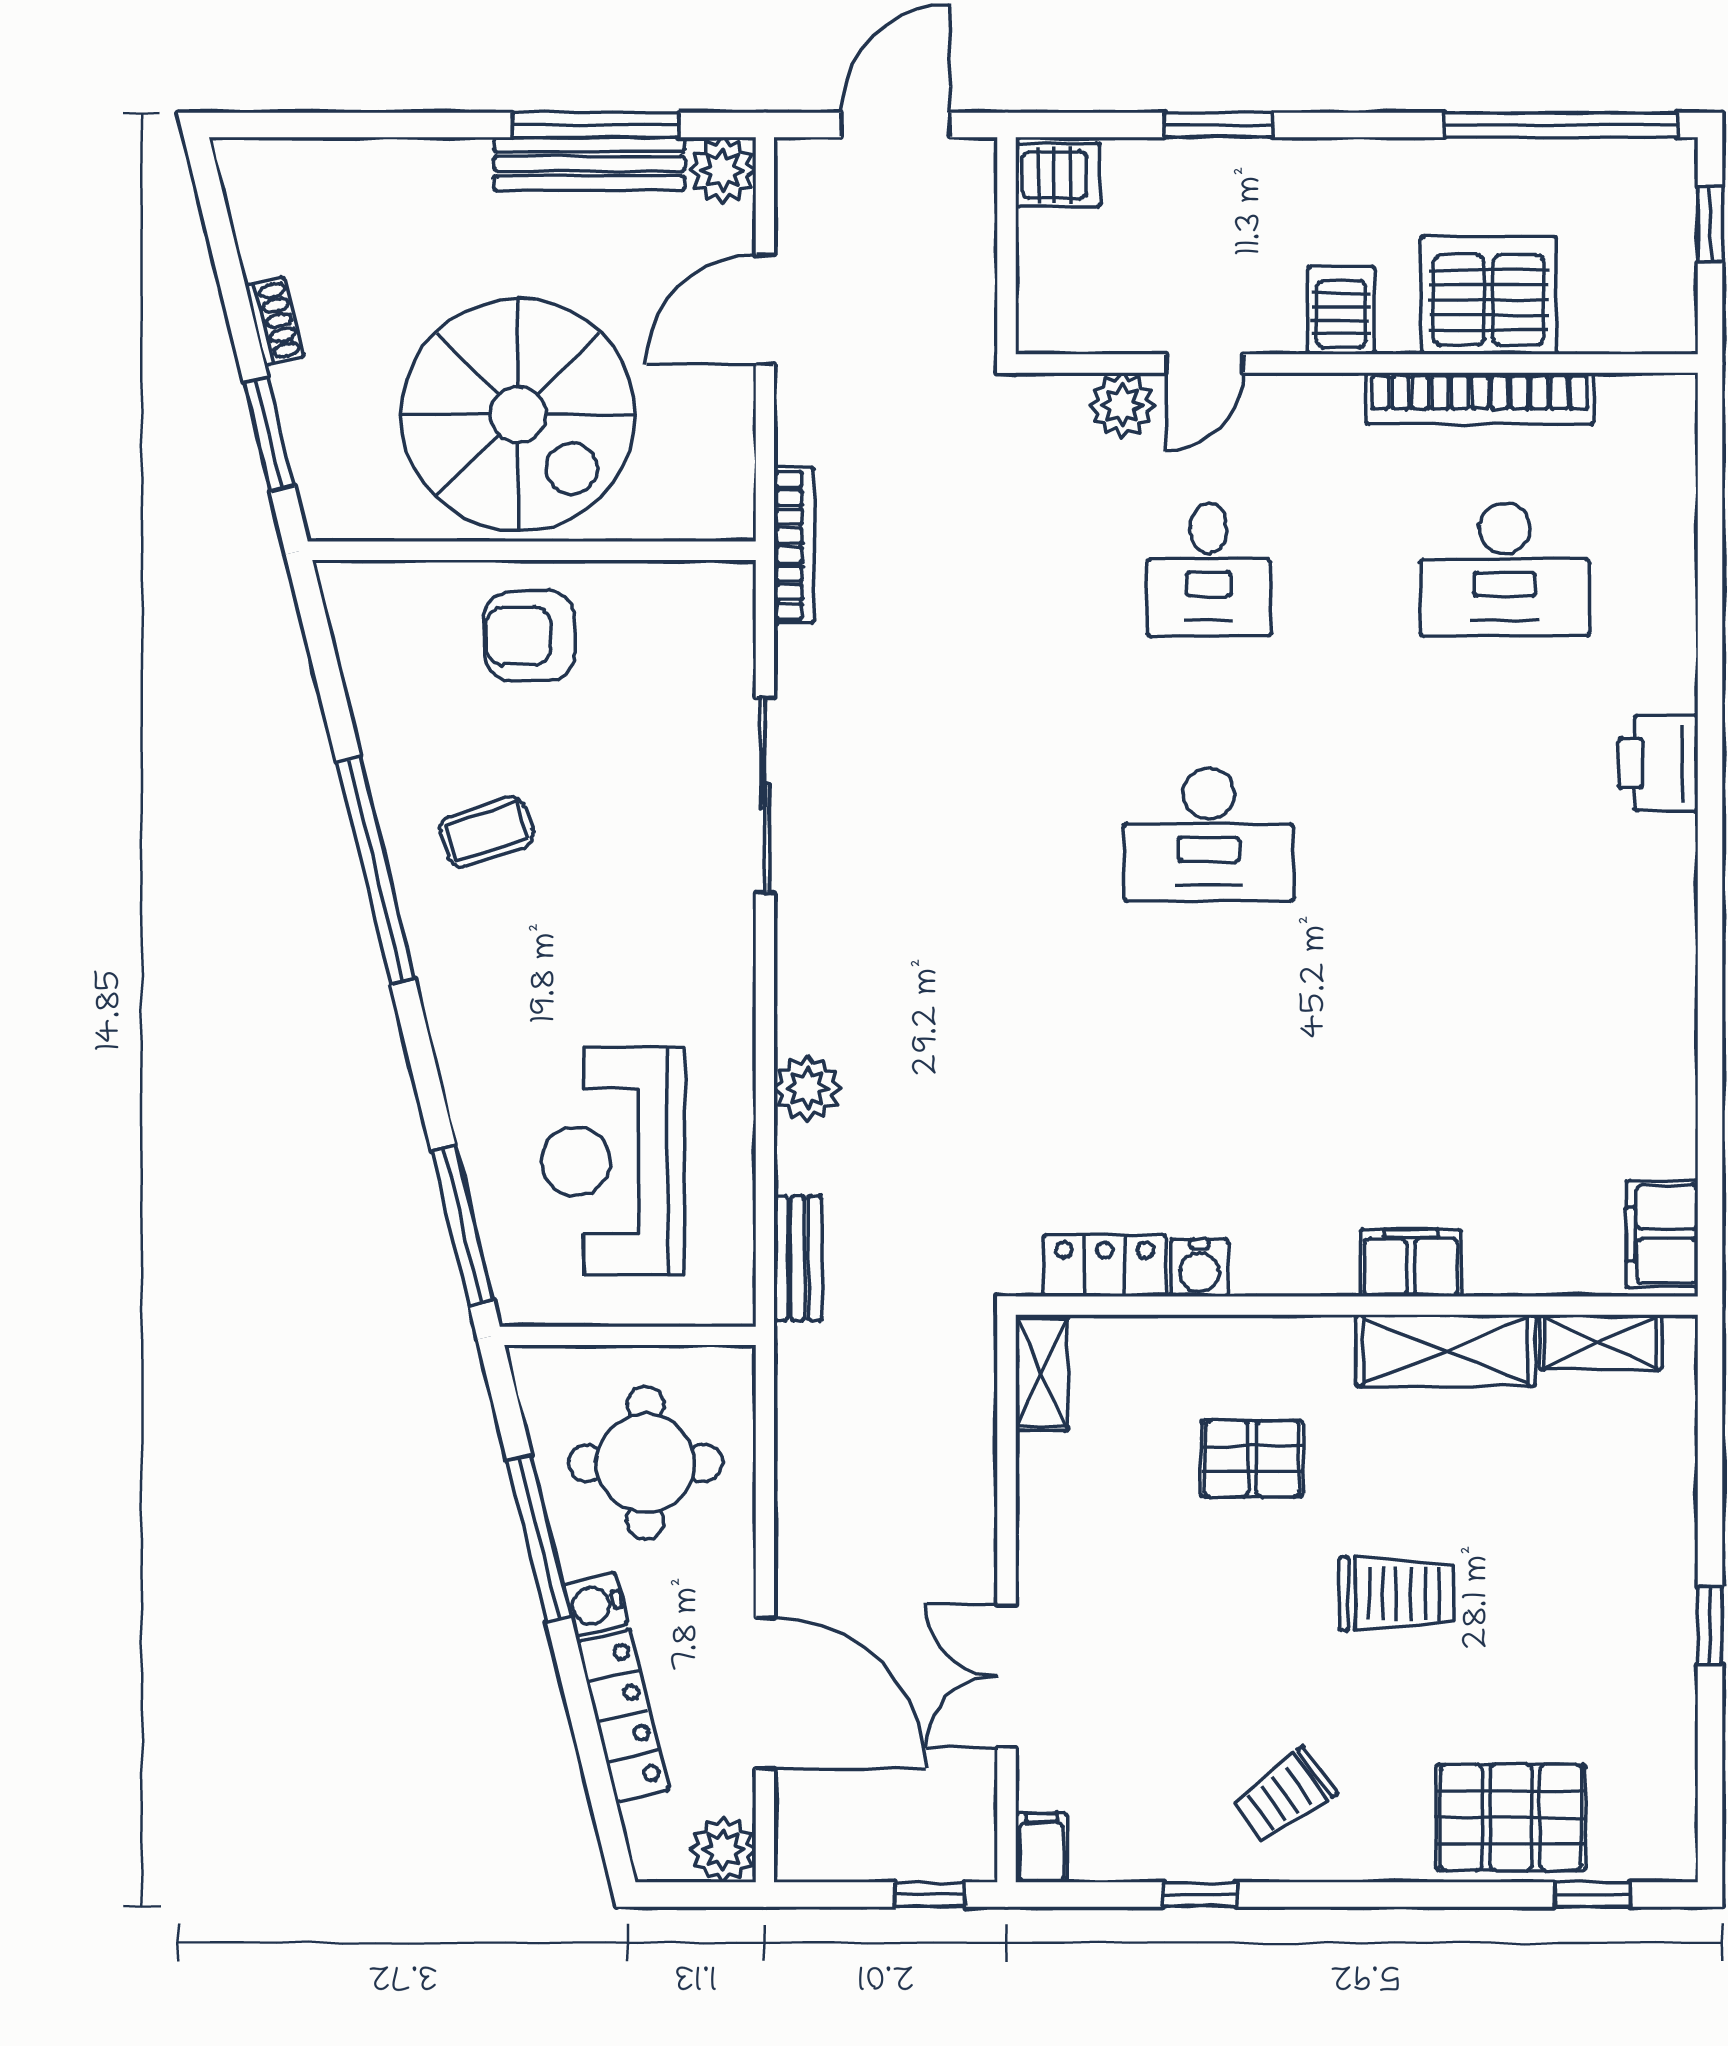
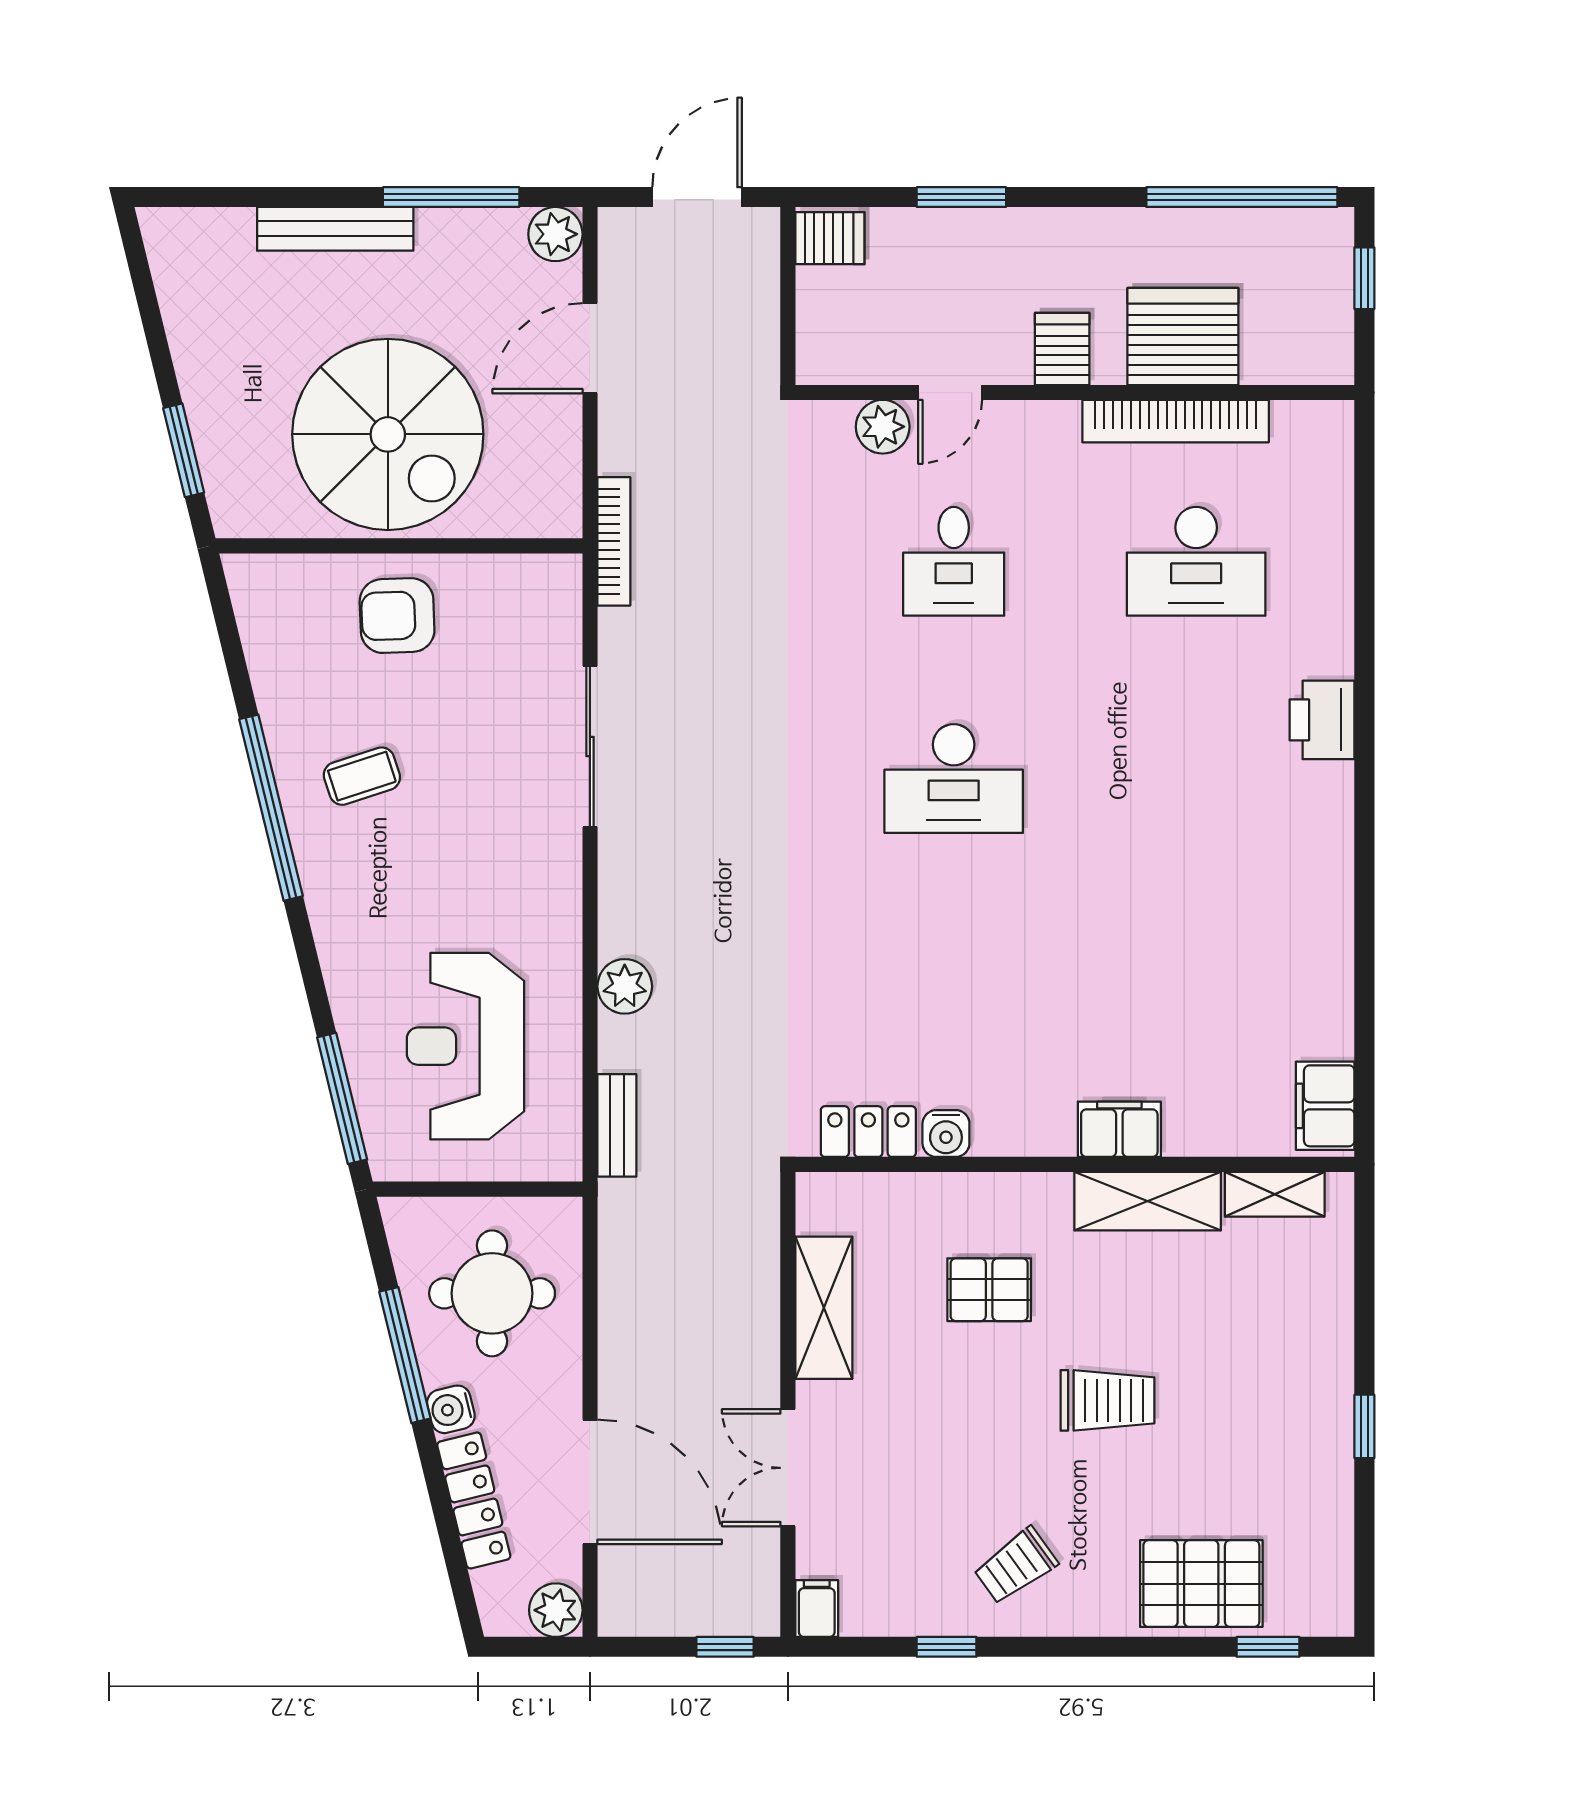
bench: (589, 164) -> (335, 229), moved
shoe rack: (275, 321) -> (188, 358), removed
shelving: (1042, 1373) -> (824, 1308), moved, width x1.50, depth x1.33

